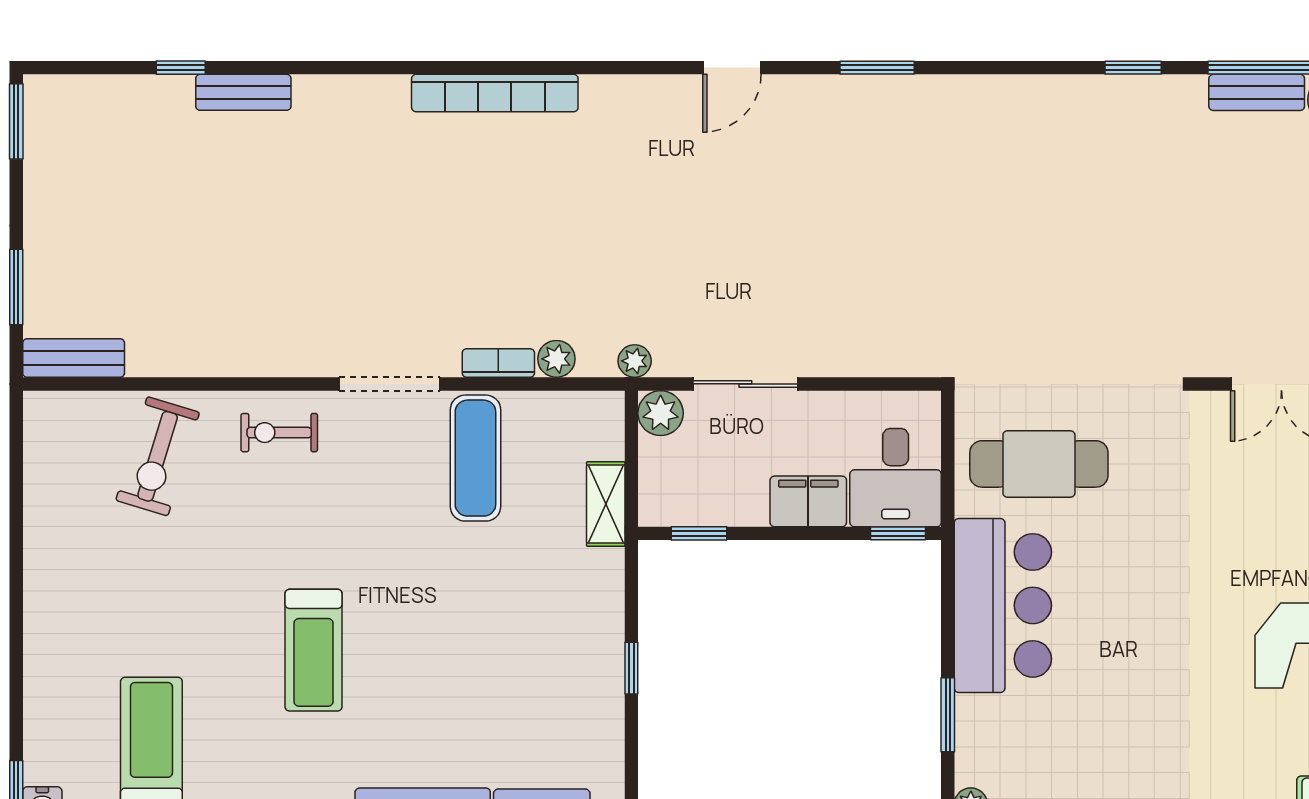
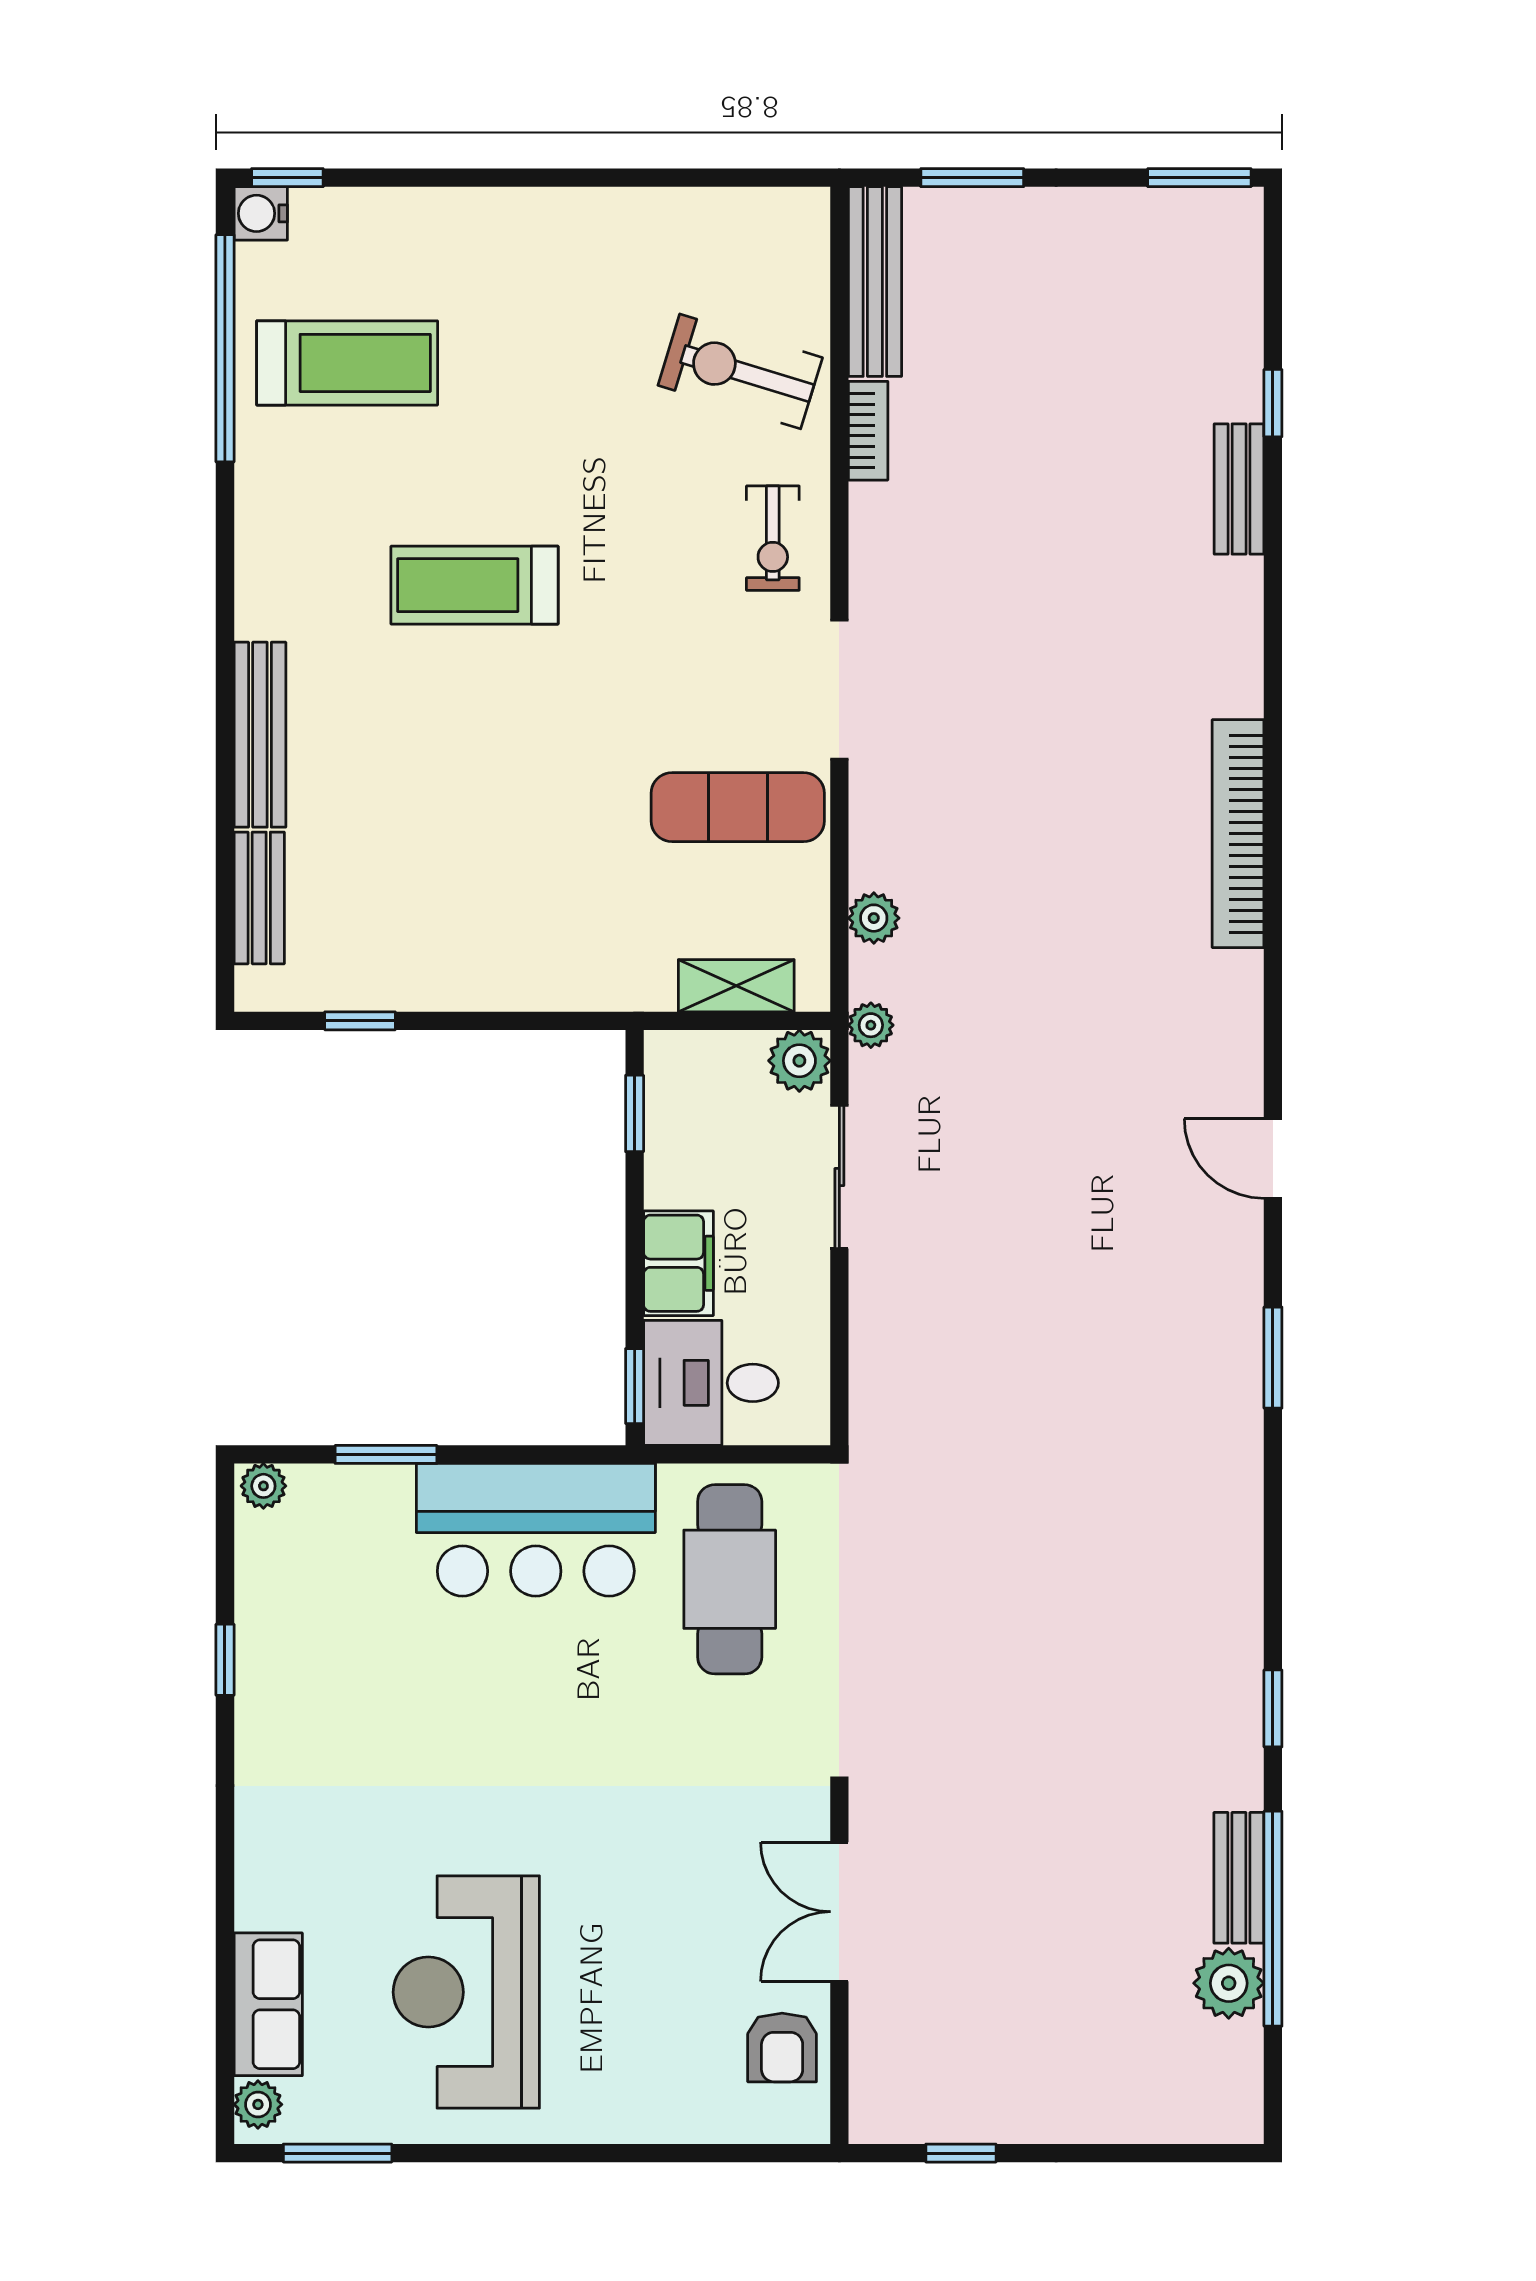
bench: (74, 358) -> (875, 282), width x1.36
bookcase: (498, 363) -> (868, 431), moved
exercise bike: (279, 433) -> (773, 538), turned 180
shelving: (606, 504) -> (736, 986), moved
window: (631, 668) -> (360, 1021), moved

